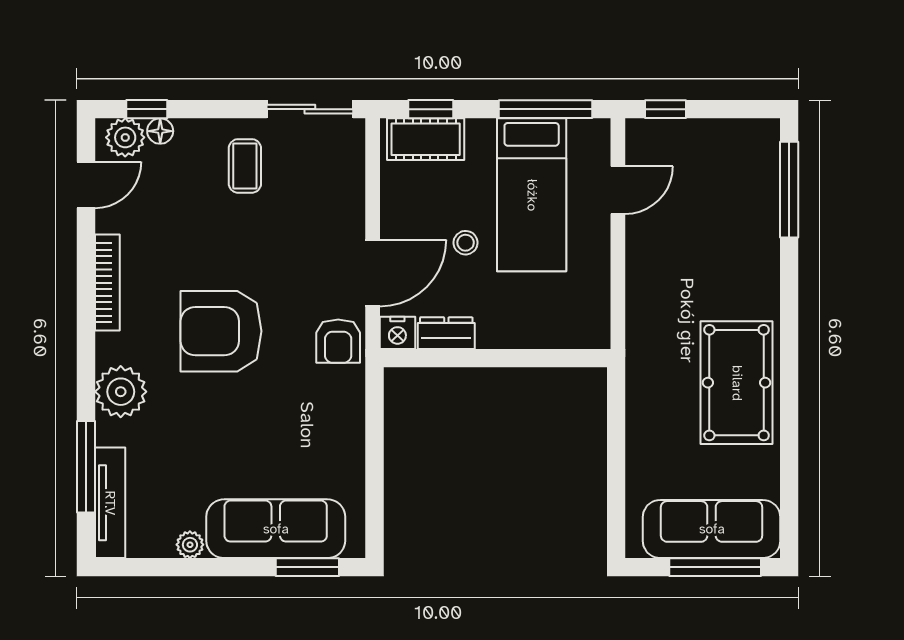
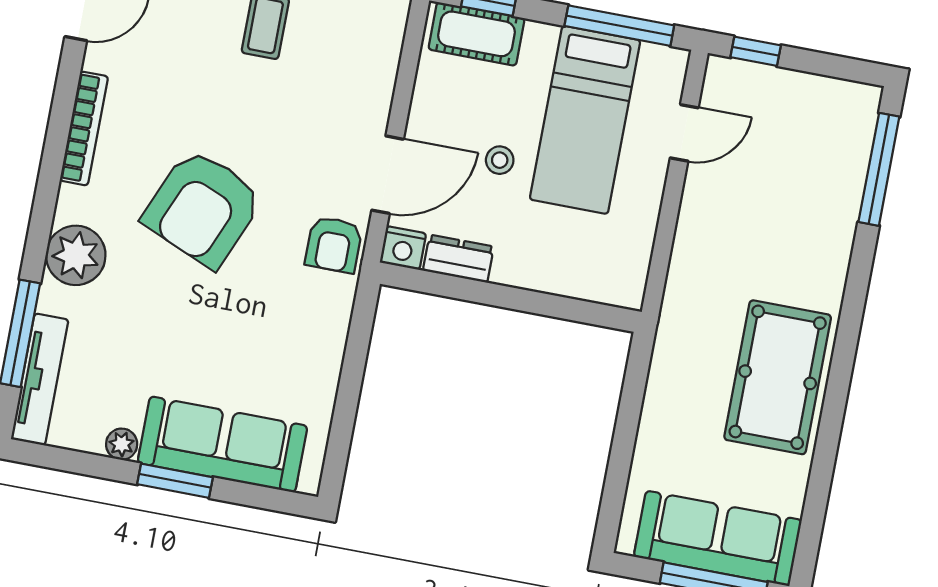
armchair: (221, 331) -> (203, 208), turned -67
window: (307, 567) -> (175, 481), moved

